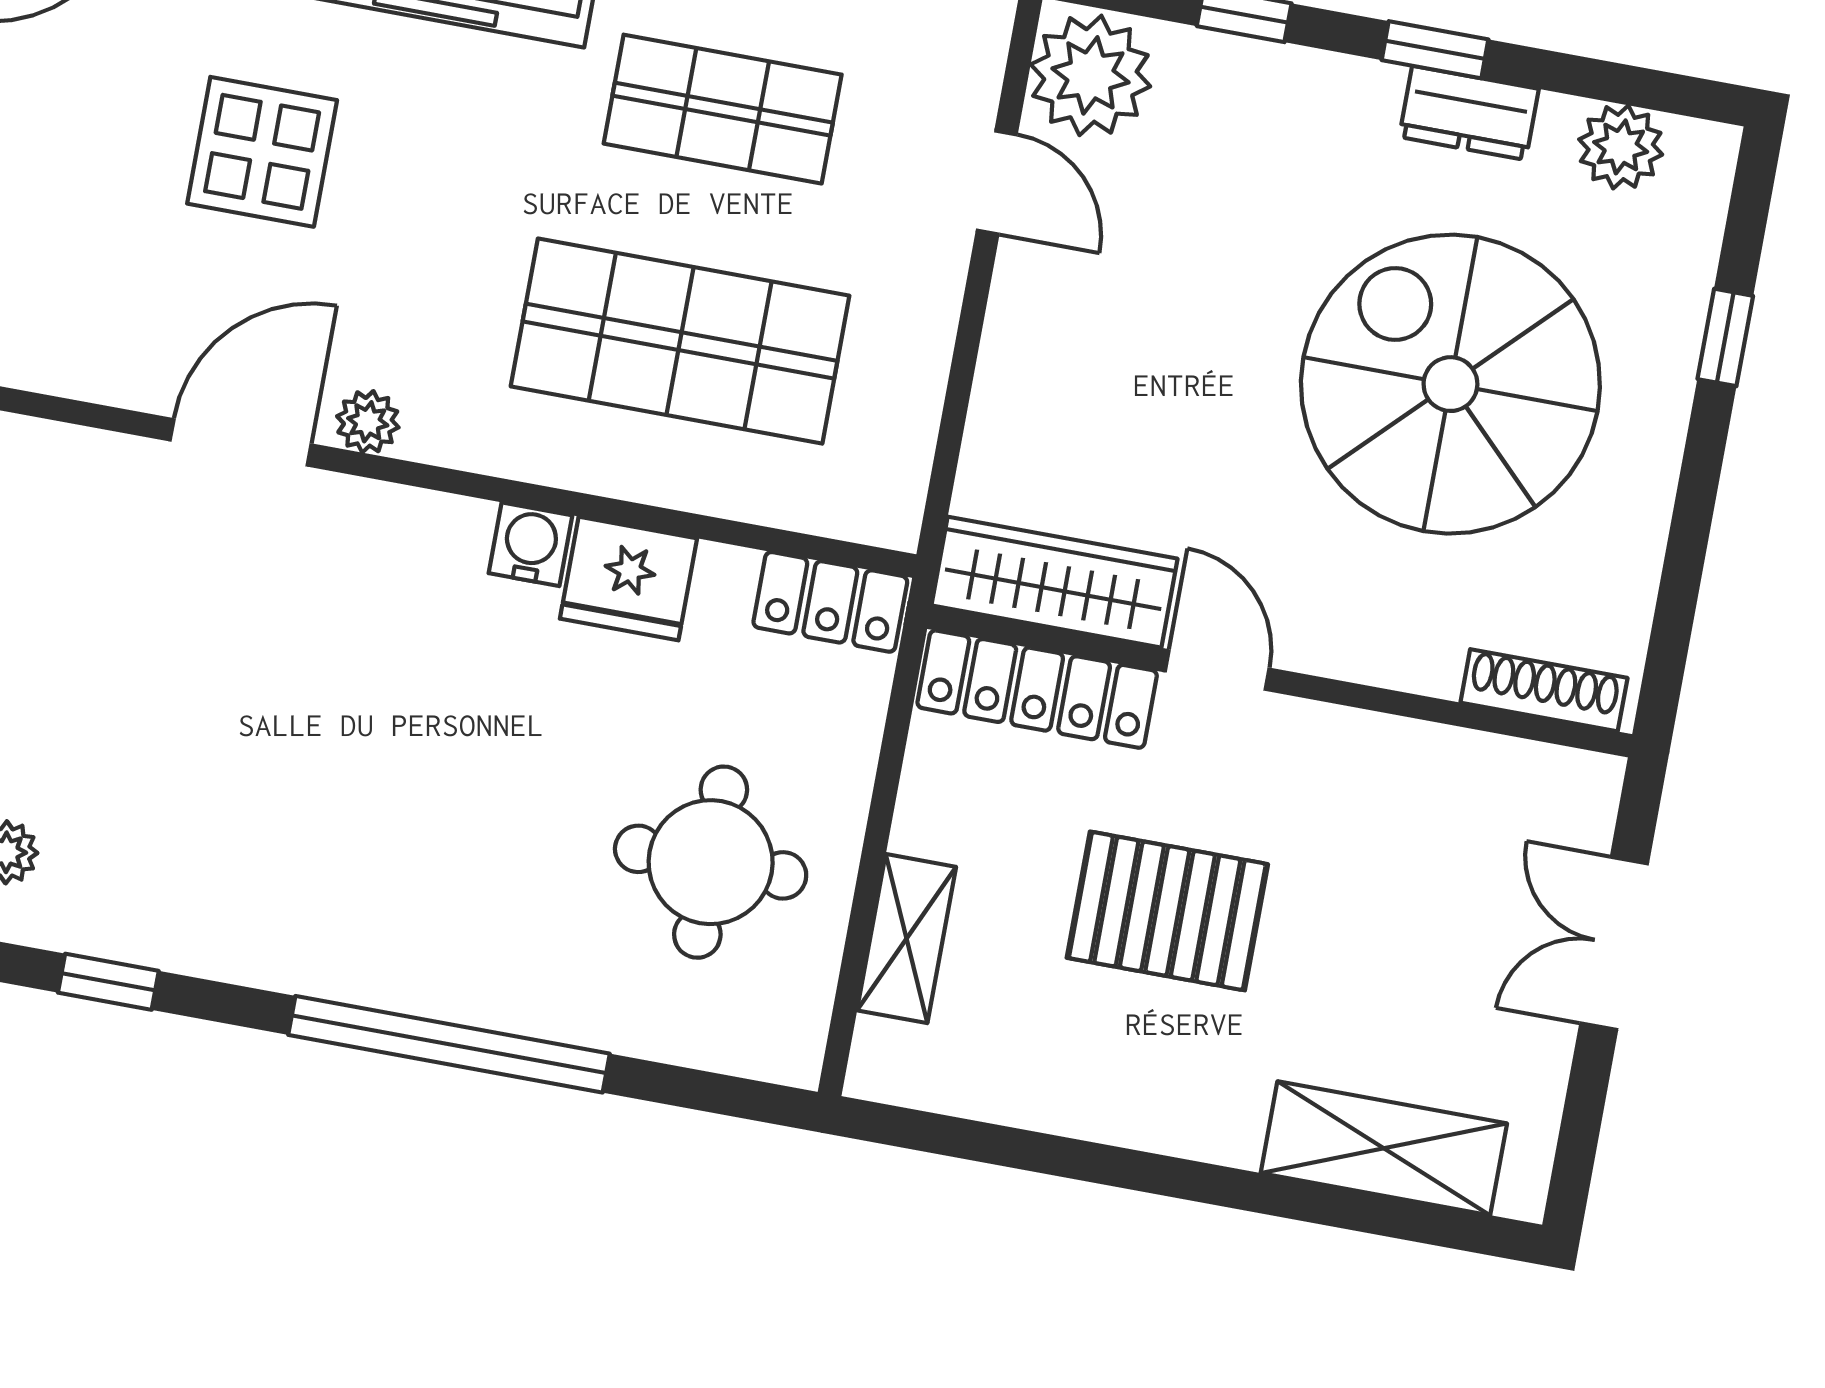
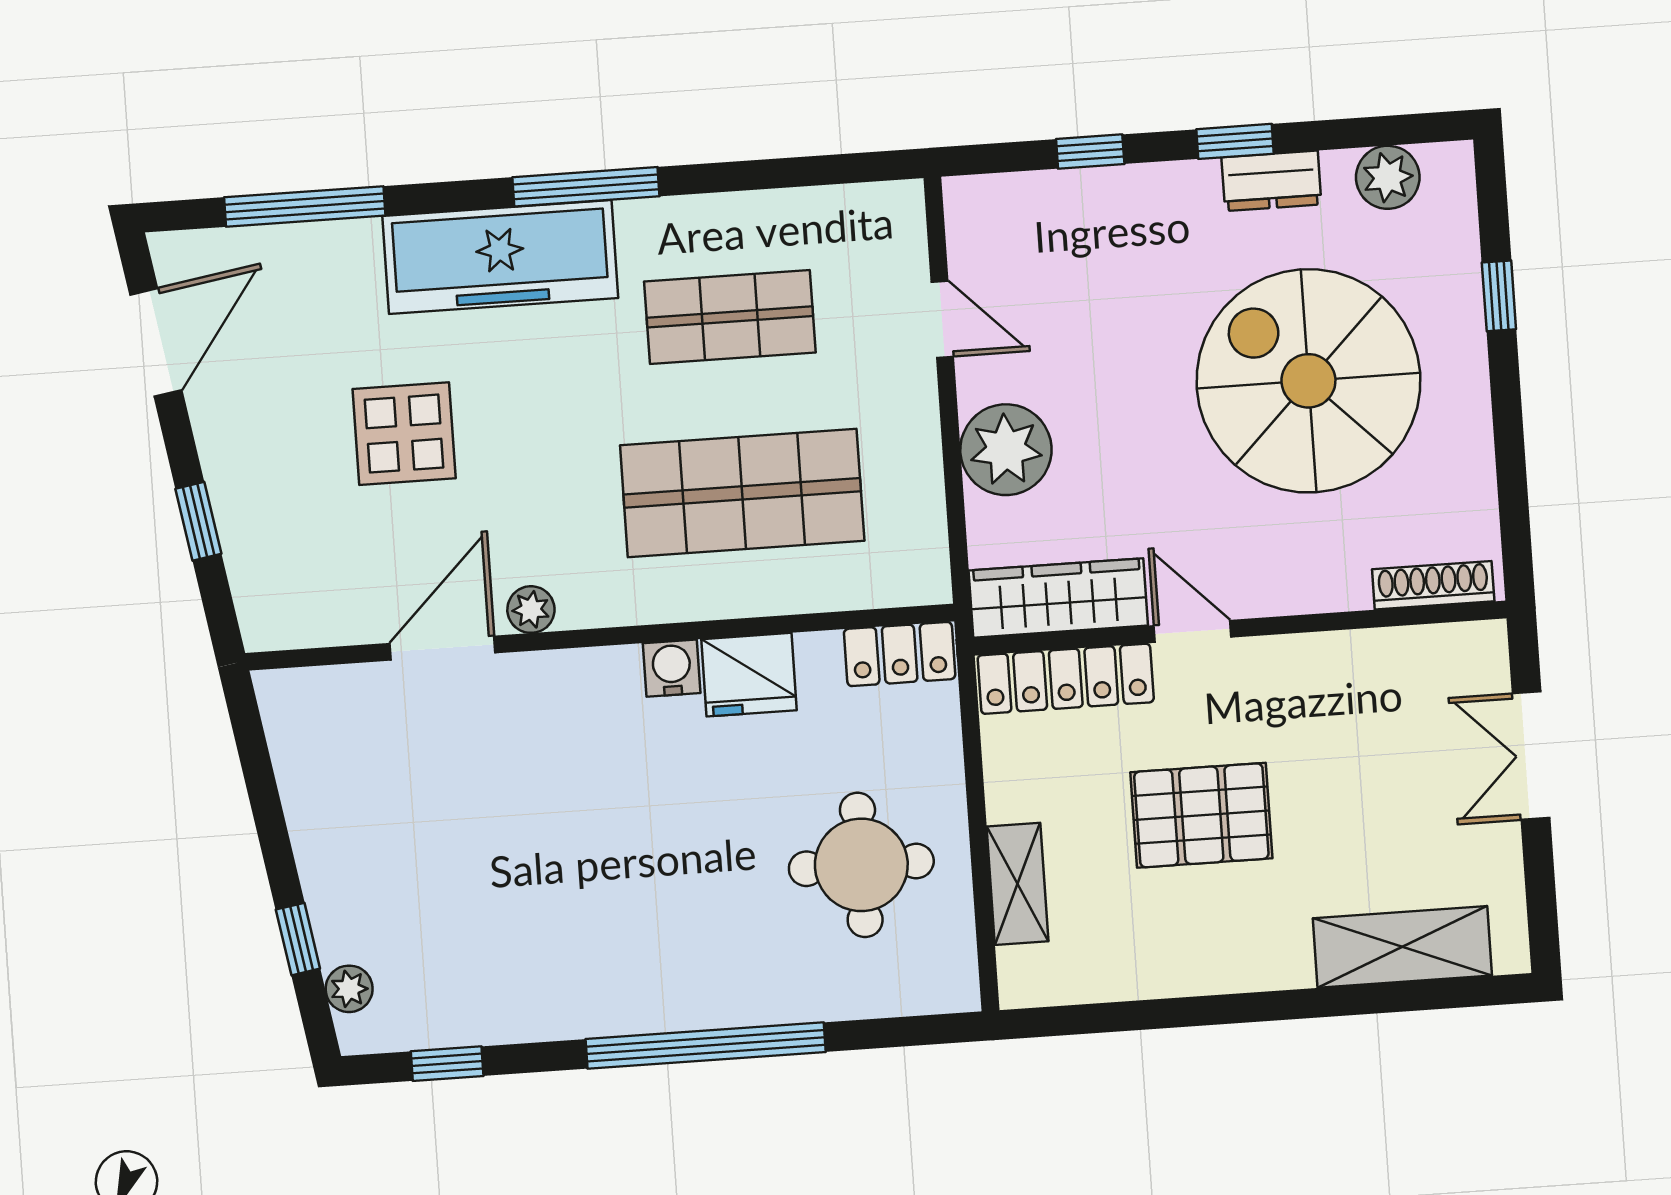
plant: (1090, 75) -> (1006, 450), moved

